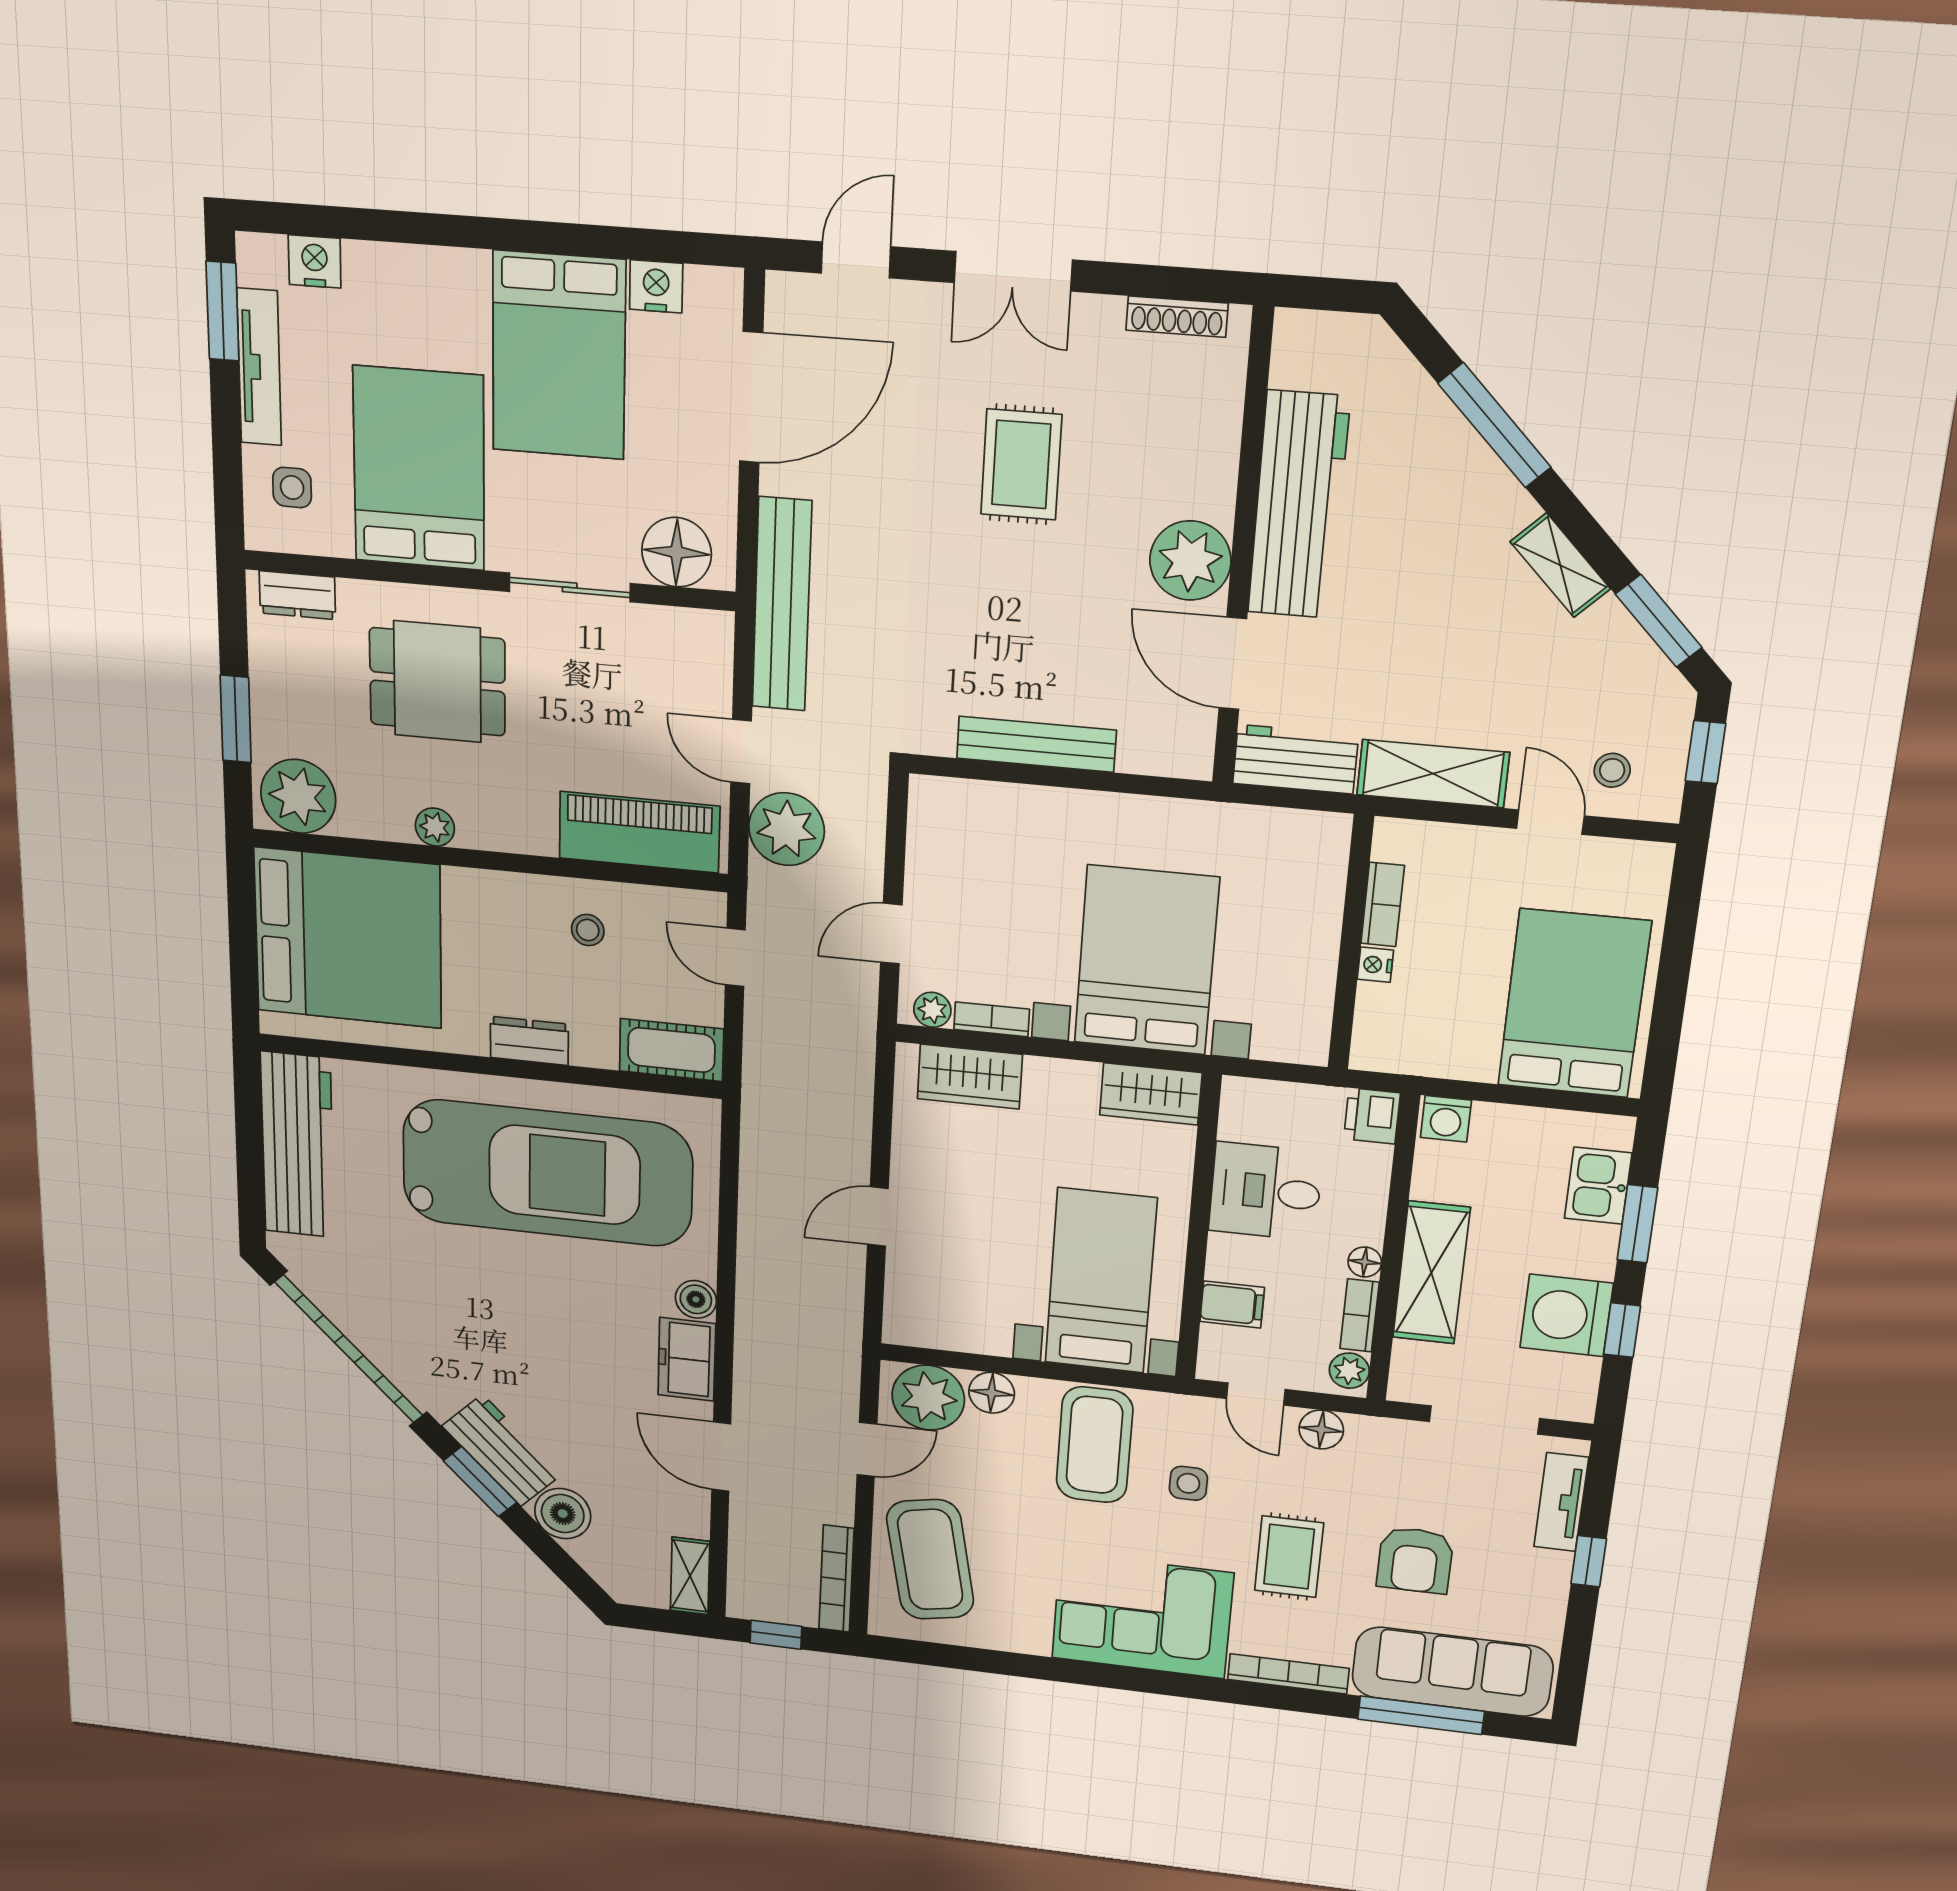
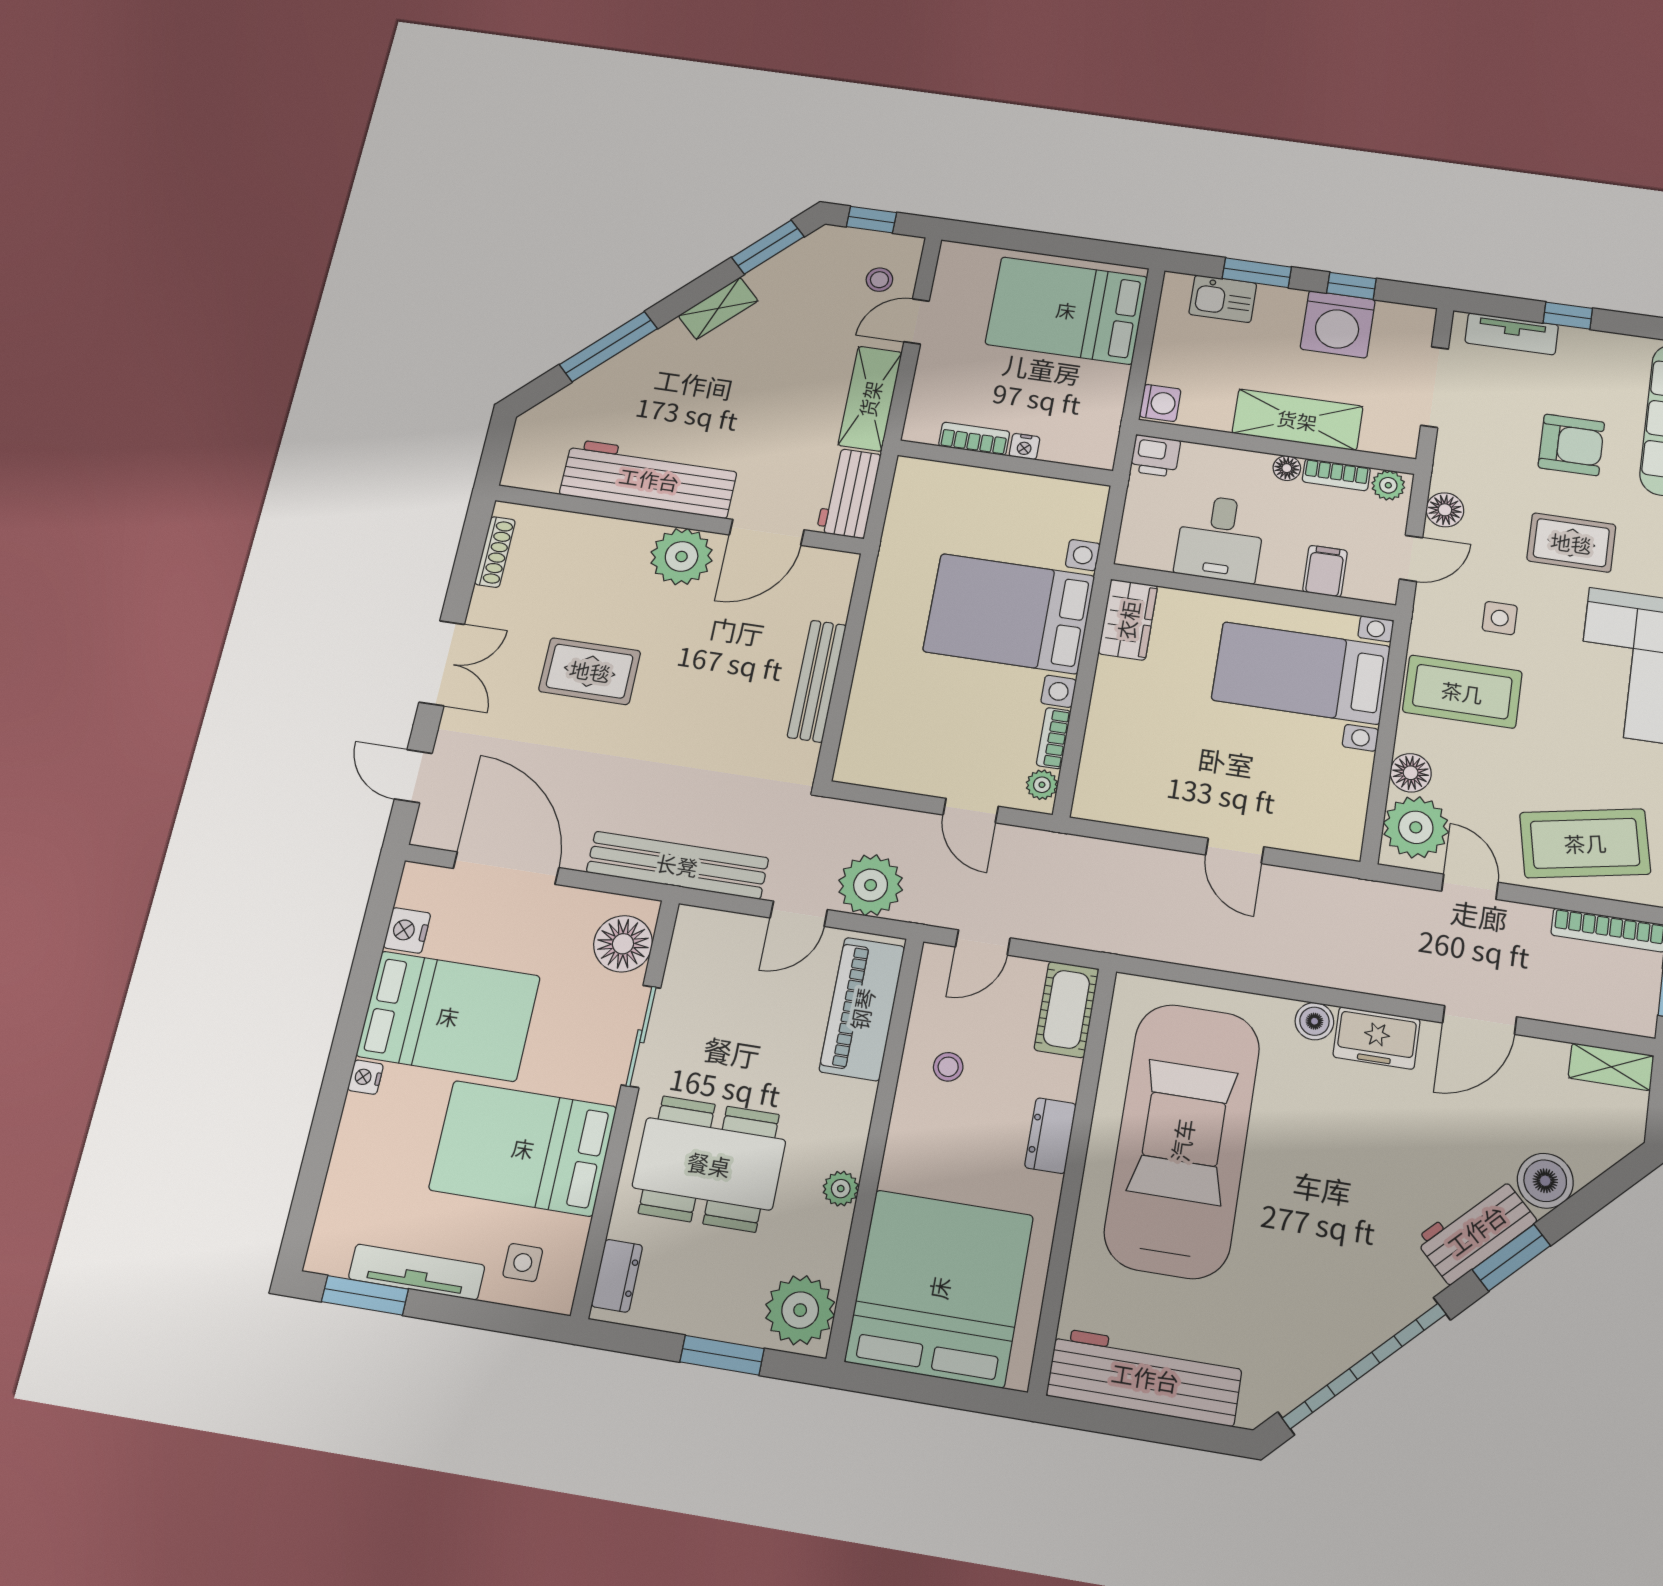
nightstand: (315, 261) -> (365, 1077), moved, width x0.72, depth x0.74
dining table: (437, 682) -> (709, 1164), width x1.37
wardrobe: (970, 1077) -> (1105, 761), removed

